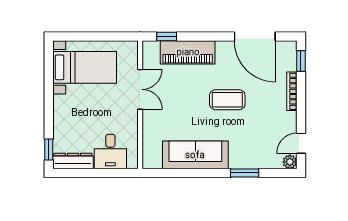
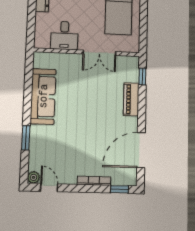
piano: (188, 52) -> (131, 99), width x0.73, depth x0.75
coffee table: (227, 100) -> (89, 125), removed
desk: (110, 151) -> (64, 35), moved, turned -90

